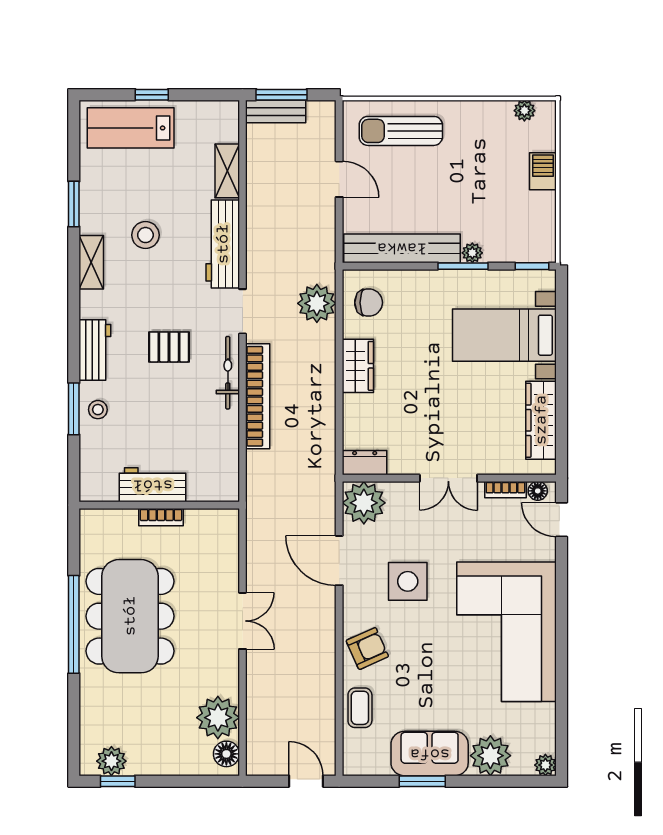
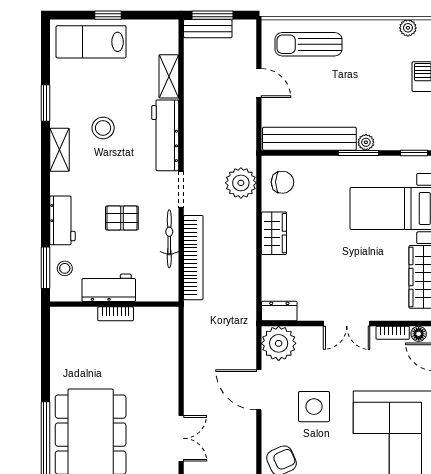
workbench: (153, 485) -> (109, 288), moved
wall: (159, 505) -> (114, 304), moved
bookcase: (161, 517) -> (116, 314), moved

